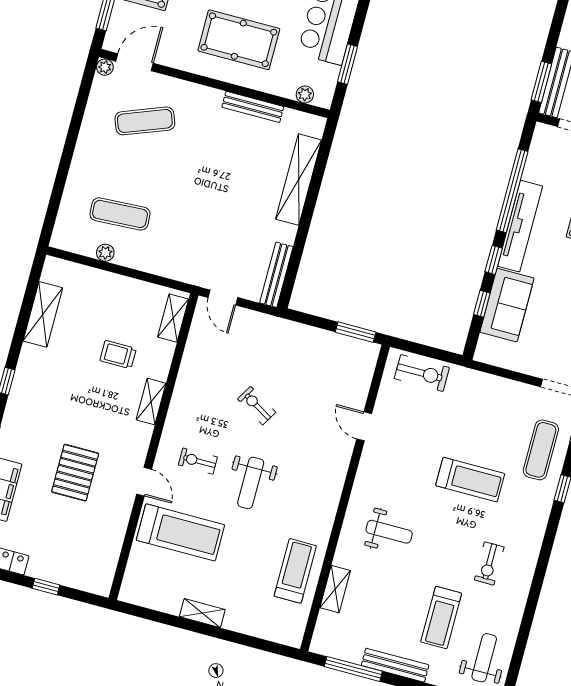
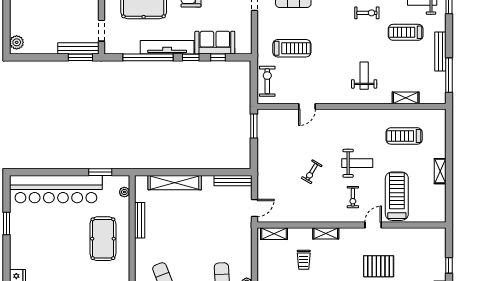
treadmill: (470, 480) -> (292, 48), moved, turned 90
treadmill: (295, 571) -> (404, 136), moved
treadmill: (441, 618) -> (406, 32), turned 180

